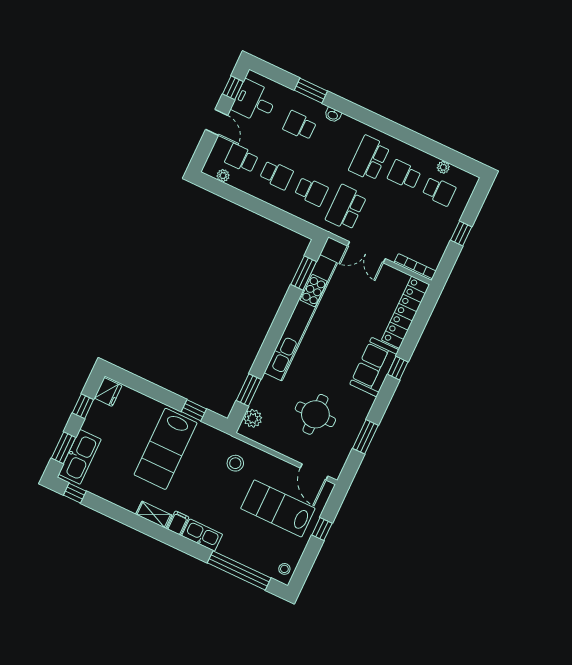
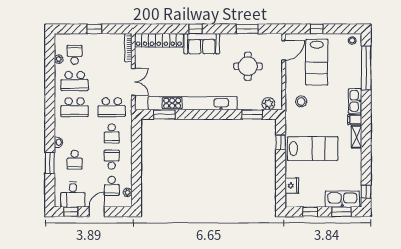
school desk: (404, 175) -> (75, 81), width x1.85
school desk: (311, 191) -> (112, 133), turned 180
fridge: (108, 392) -> (292, 186), moved, turned 90

